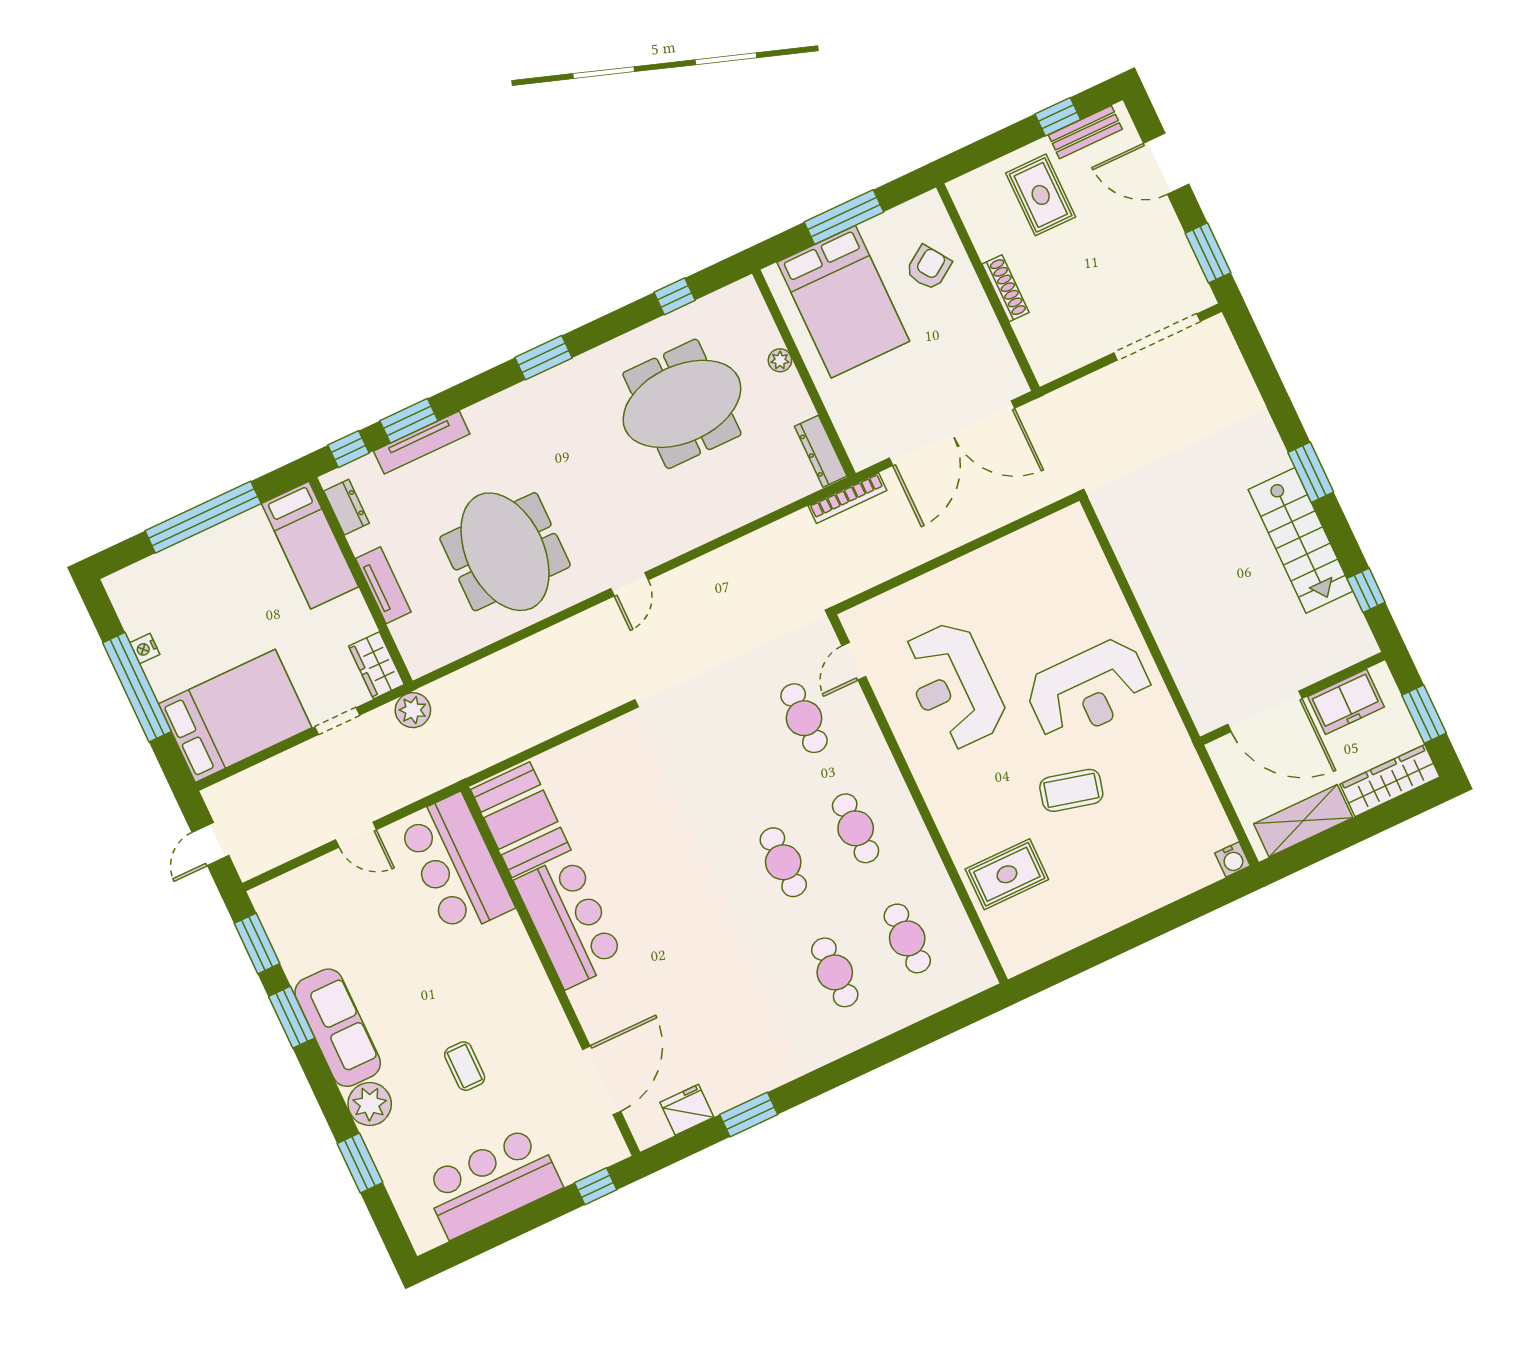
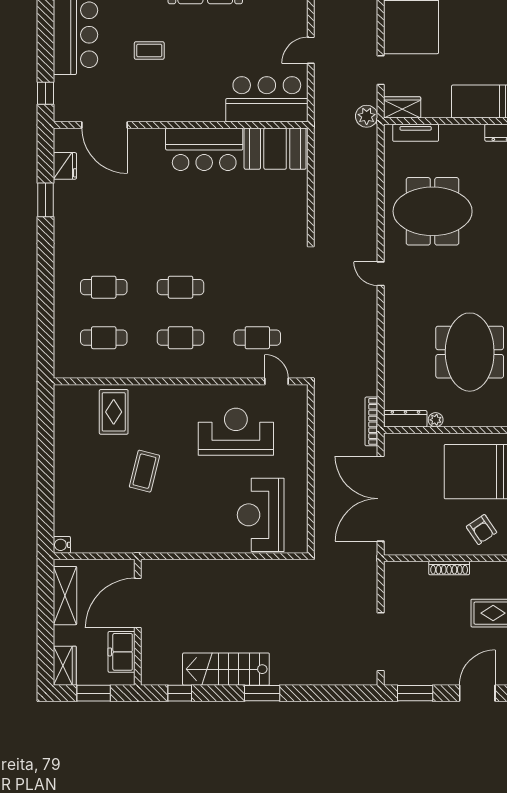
plant: (780, 360) -> (436, 420), moved
tv unit: (383, 585) -> (416, 133), moved
reception desk: (1089, 690) -> (261, 515), moved
wardrobe: (1390, 781) -> (65, 666), width x0.67

